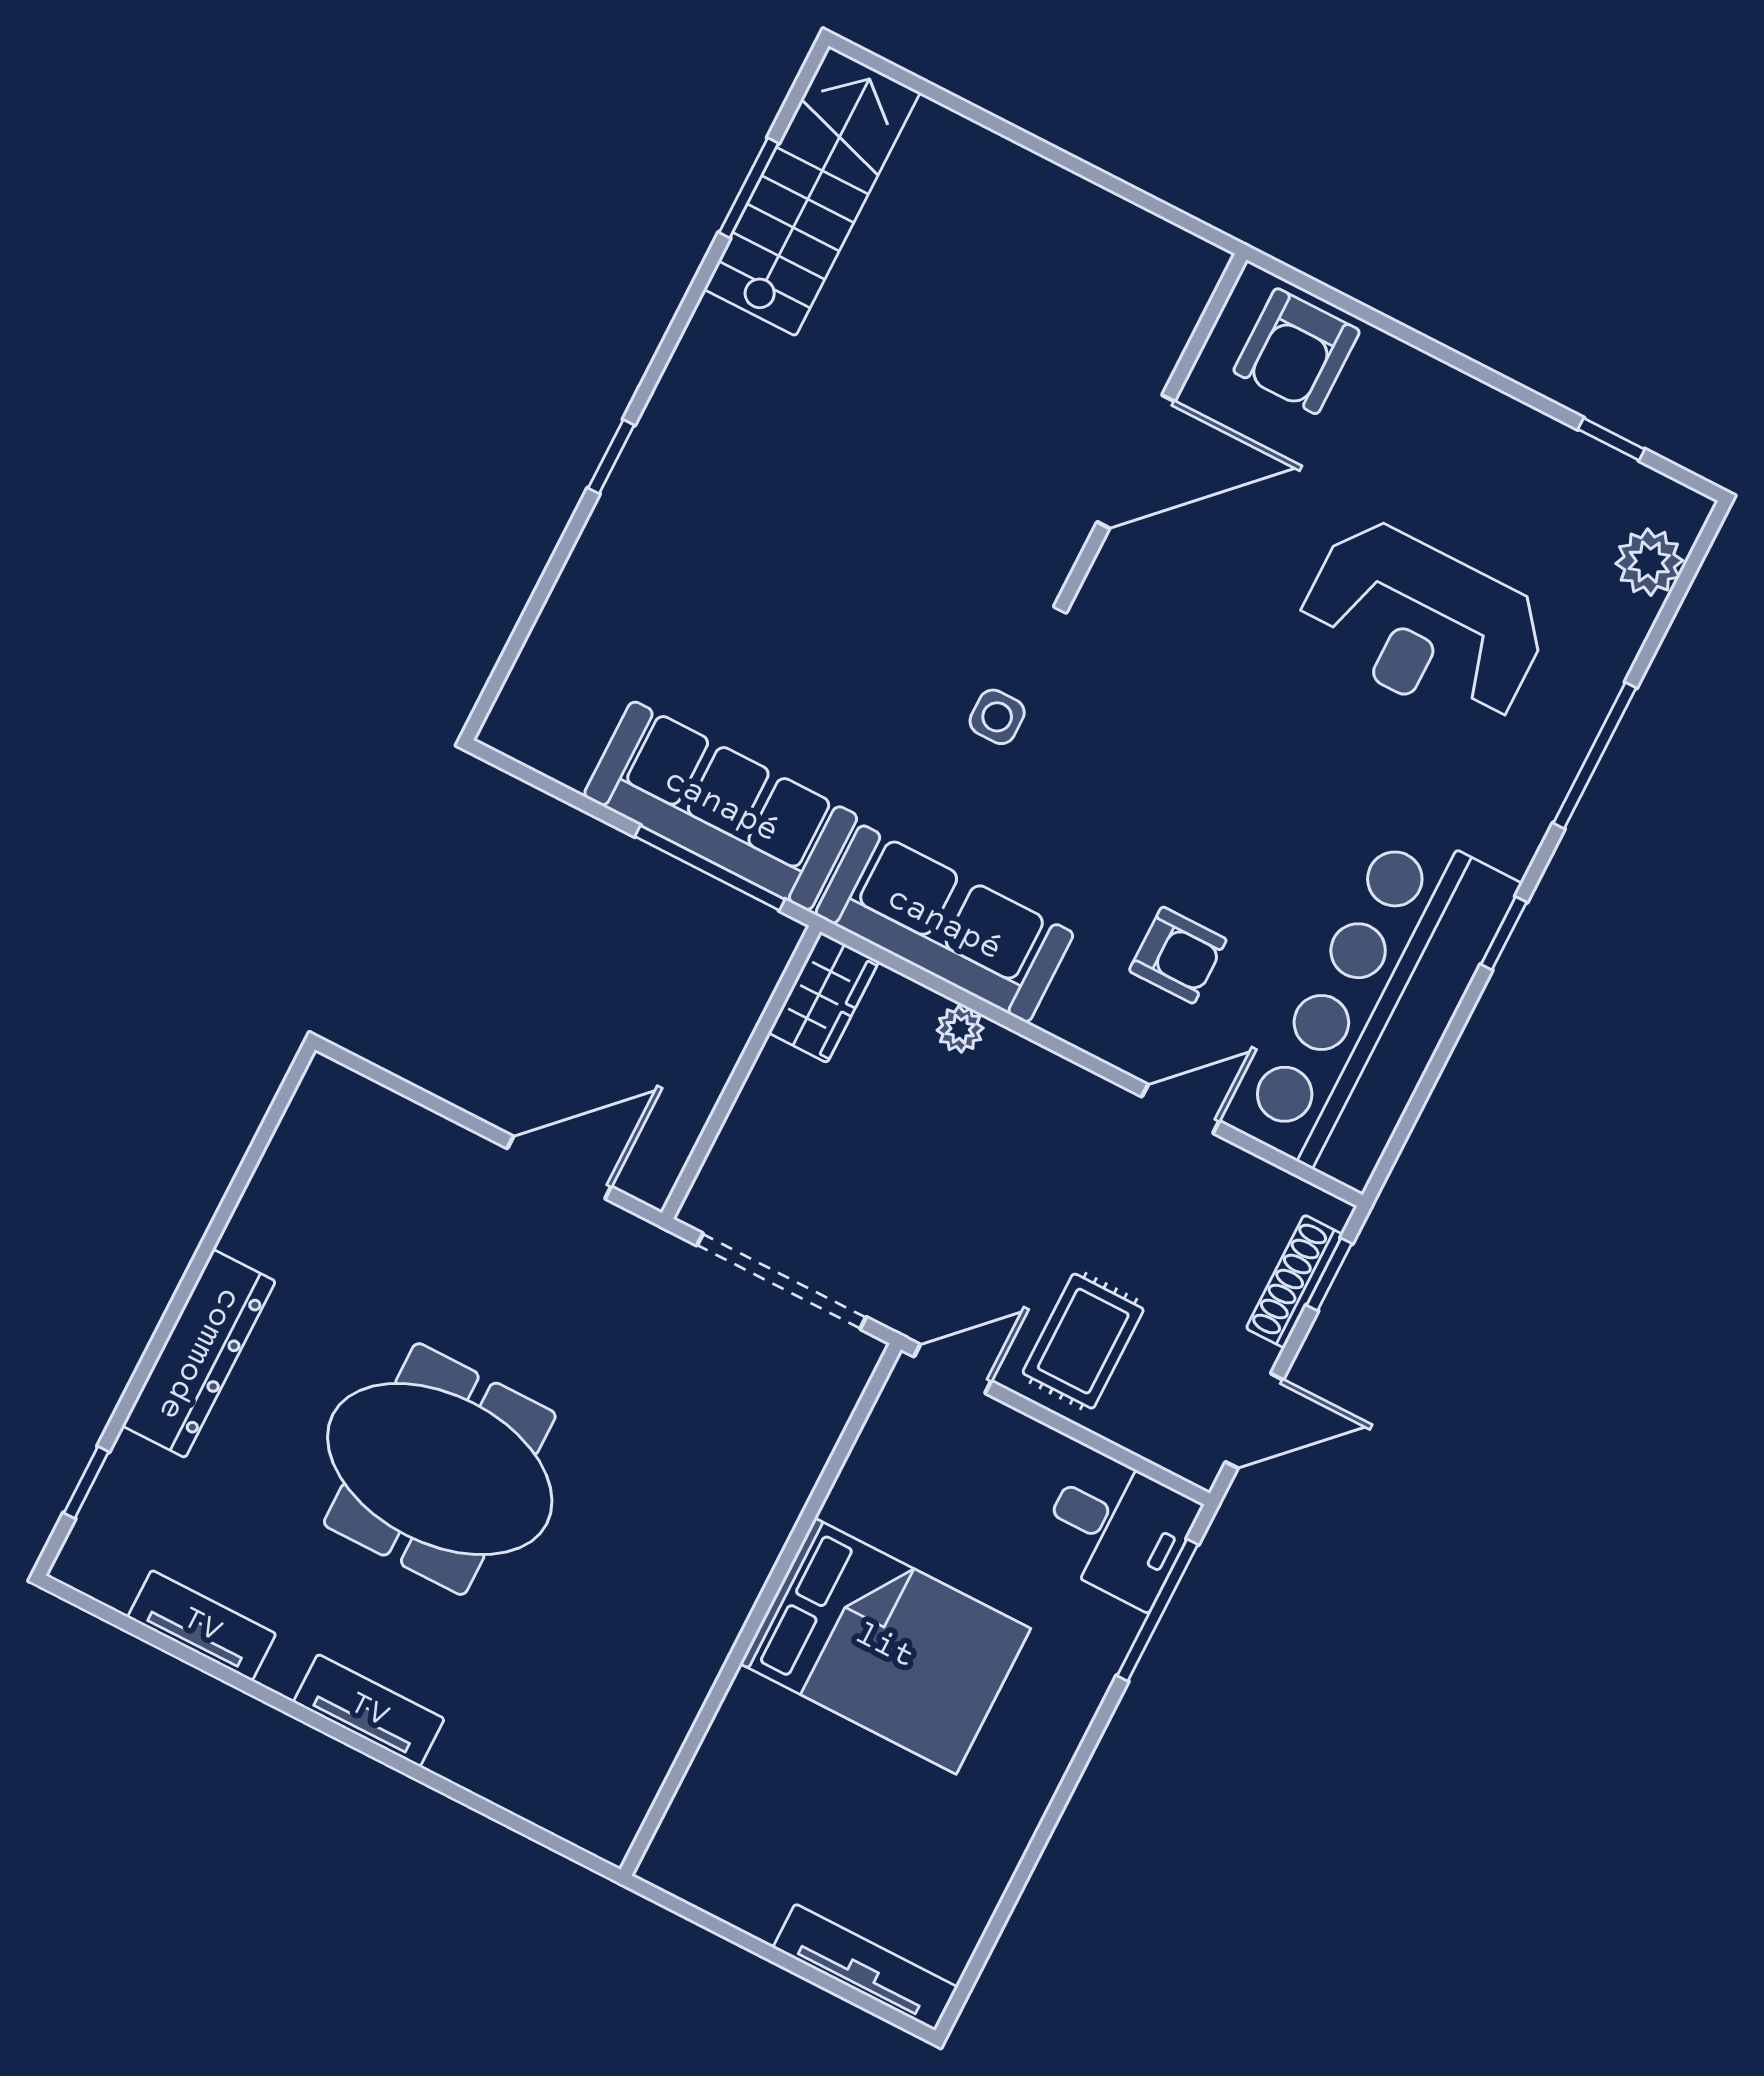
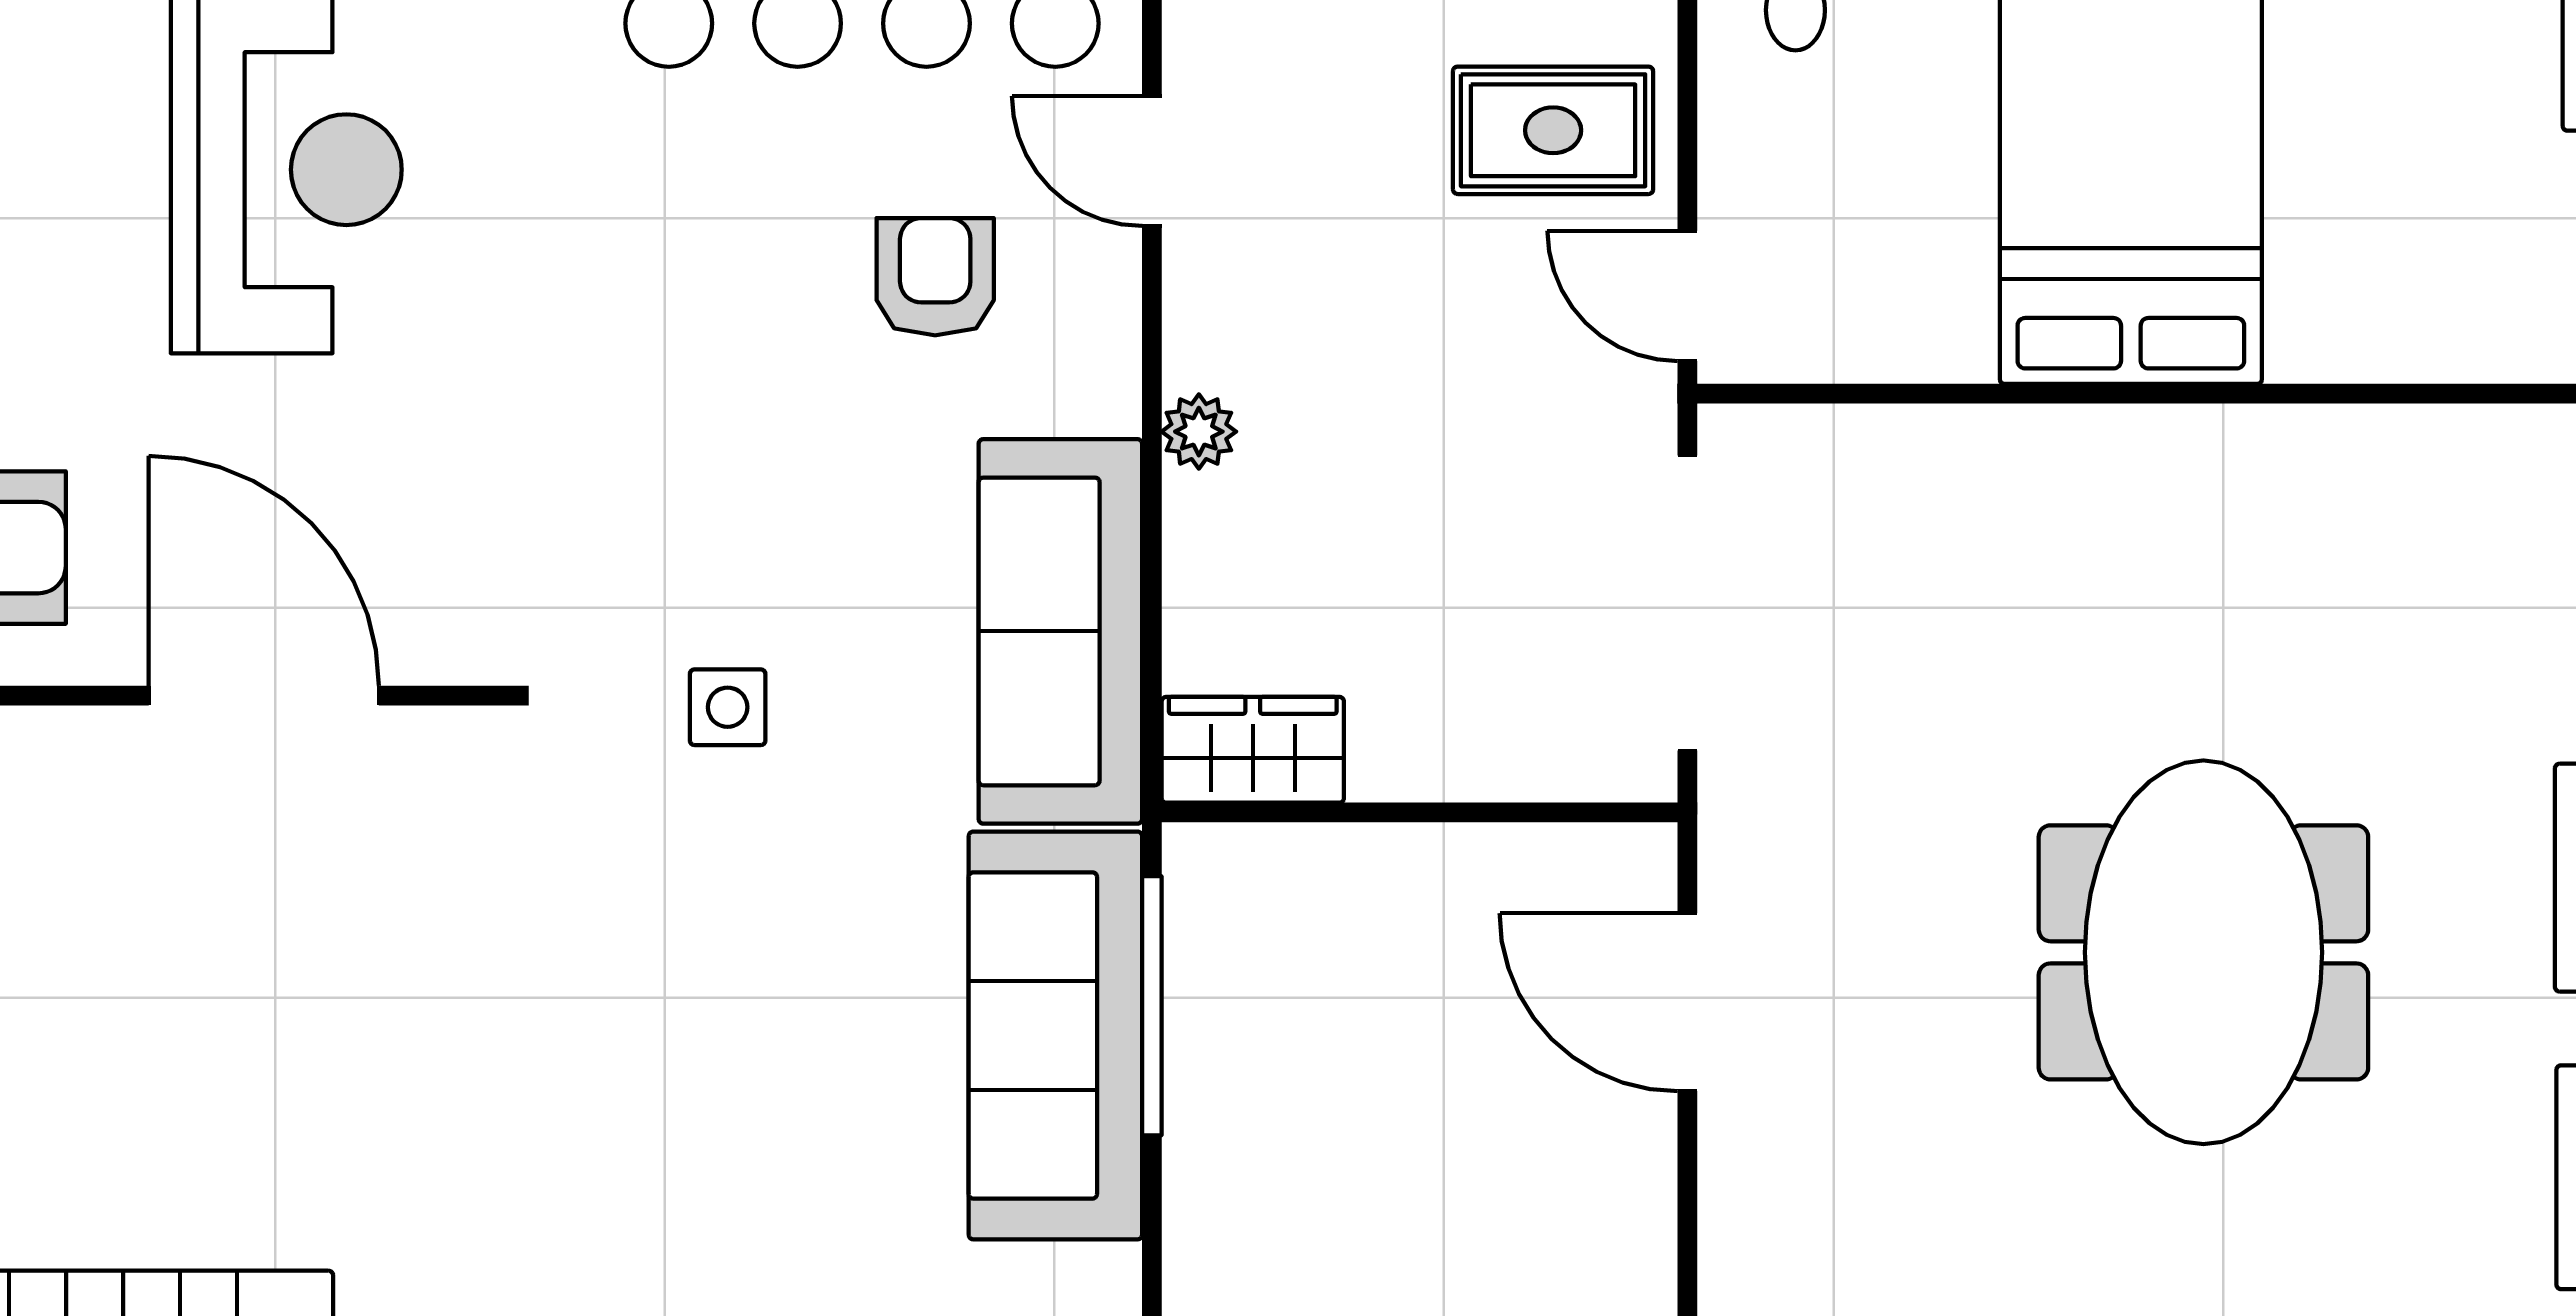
plant: (960, 1029) -> (1199, 432), moved

